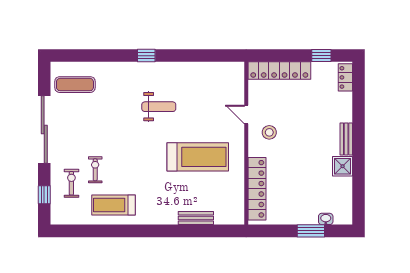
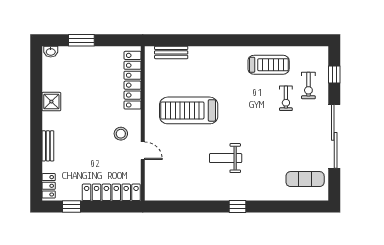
bench: (346, 139) -> (48, 146), moved
bench: (196, 218) -> (171, 52), moved
washbasin: (326, 219) -> (51, 52), moved

